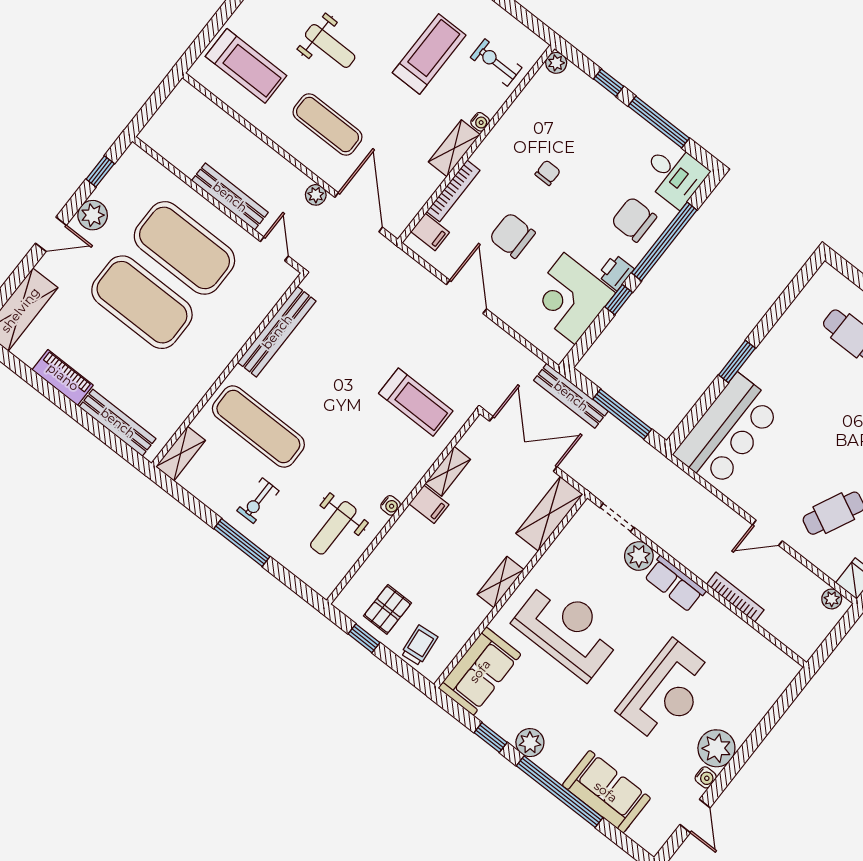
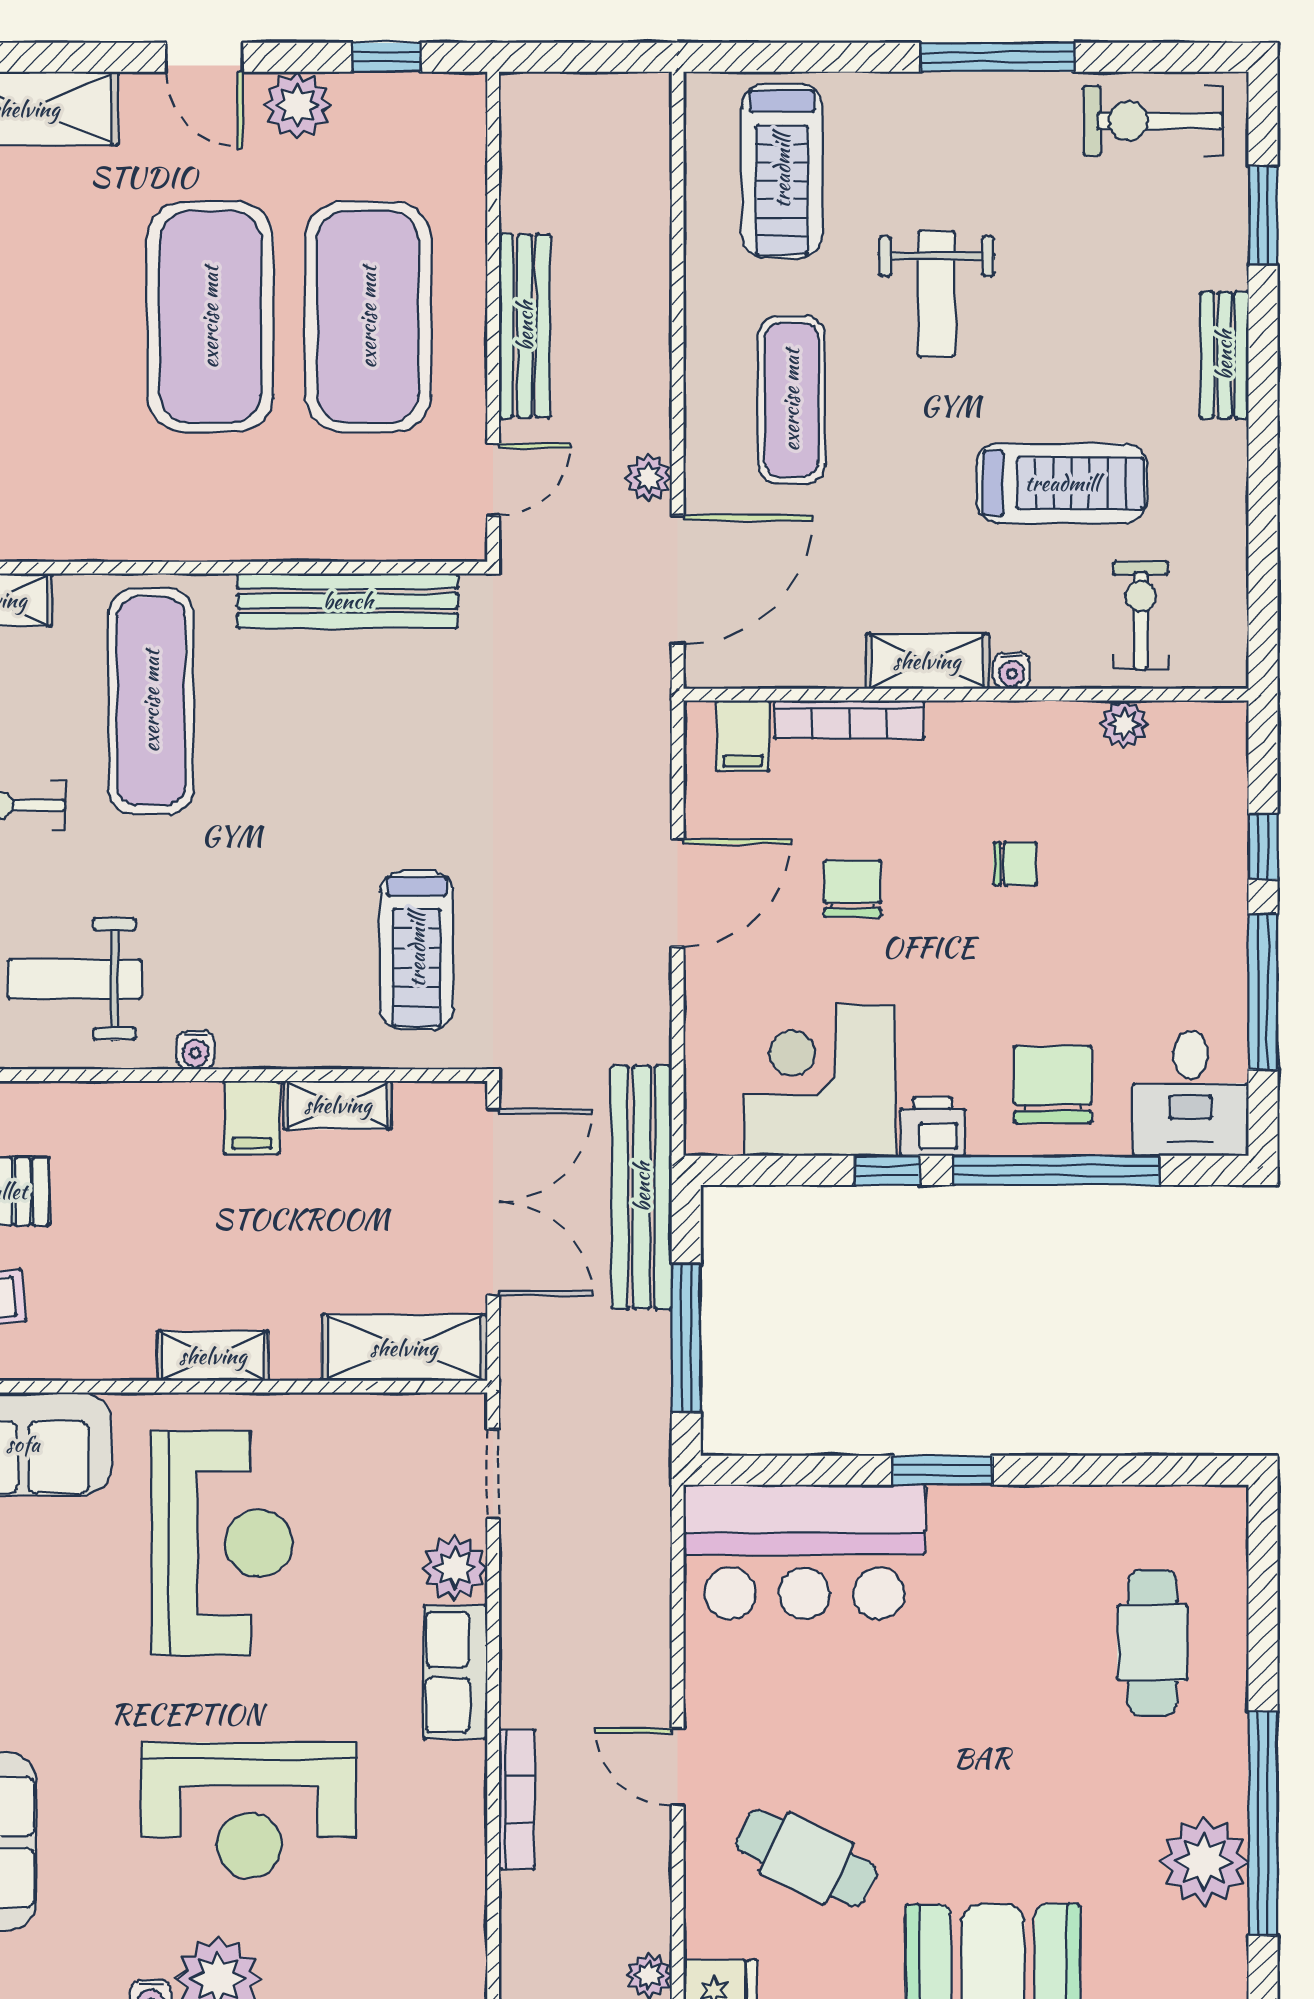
plant: (556, 63) -> (1124, 724), moved
chair: (512, 235) -> (853, 889), width x0.73, depth x0.73
bench: (571, 396) -> (642, 1187), width x1.37, depth x1.21

